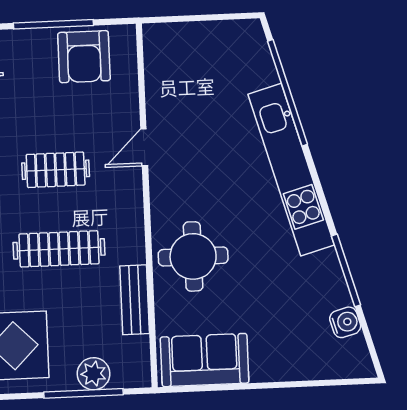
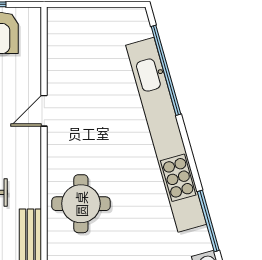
kitchen unit: (291, 170) -> (166, 135), width x1.36

